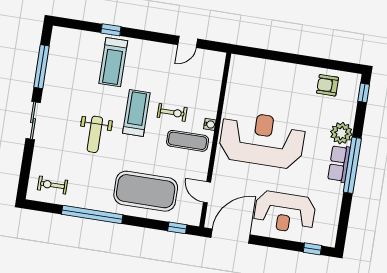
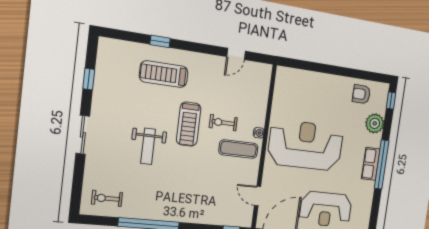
treadmill: (113, 62) -> (164, 74), turned 90
window: (42, 67) -> (89, 79), width x0.46
exercise bike: (172, 112) -> (223, 123), turned 180
treadmill: (136, 113) -> (189, 124), turned 180
plant: (341, 133) -> (375, 123), moved
exercise mat: (146, 191) -> (200, 199), removed

